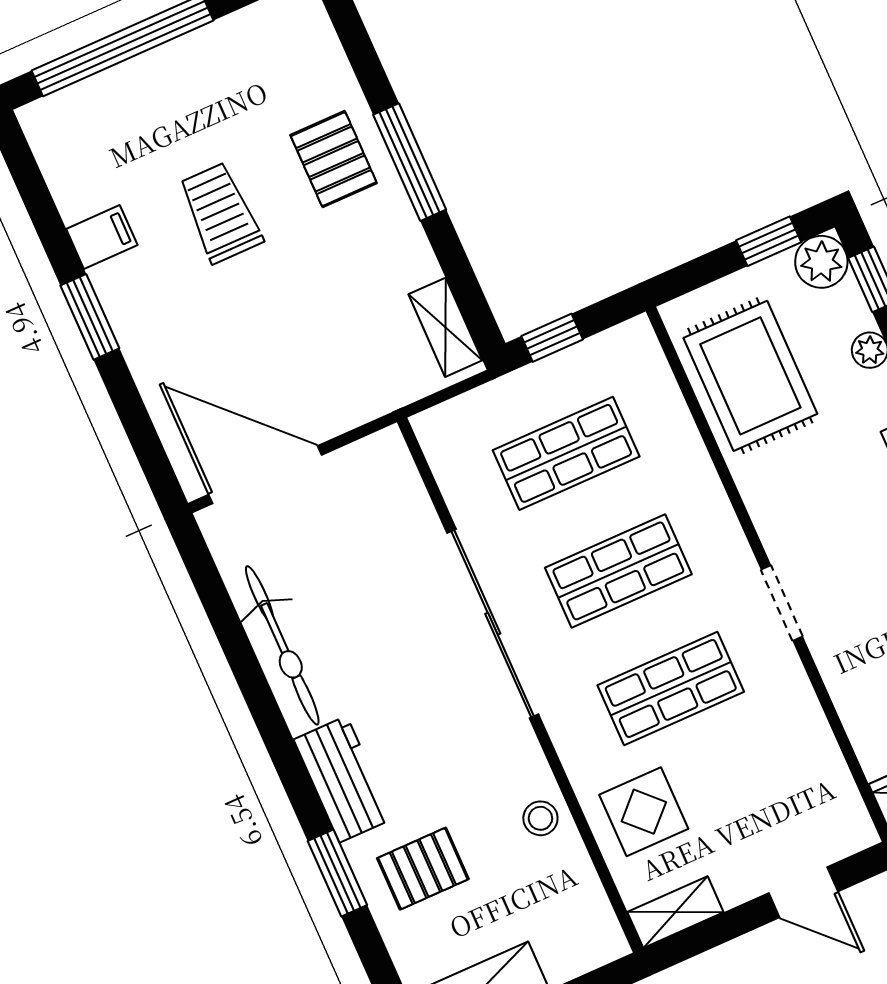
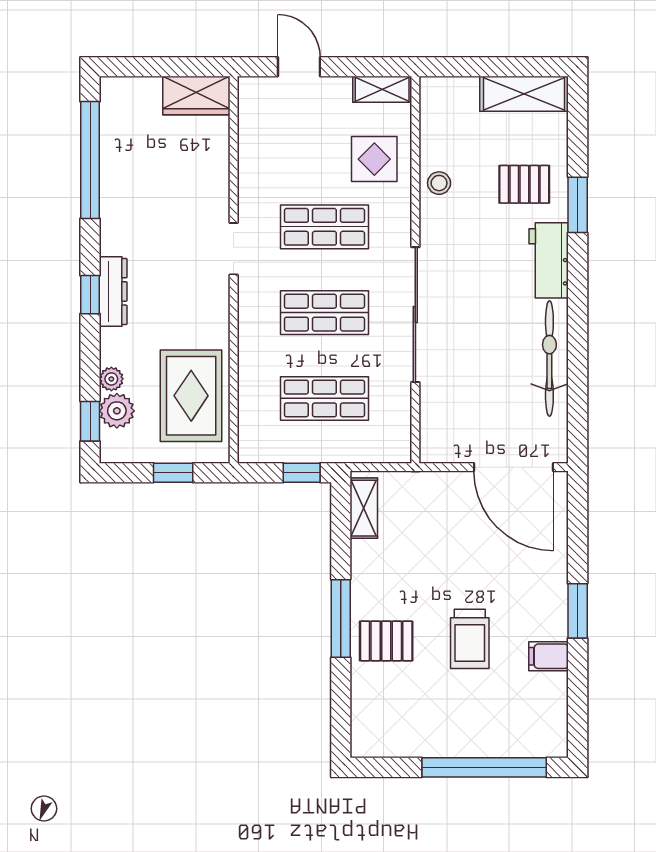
pallet: (334, 159) -> (386, 641), turned 90
window: (769, 241) -> (173, 473), moved
plant: (821, 262) -> (117, 411), moved

